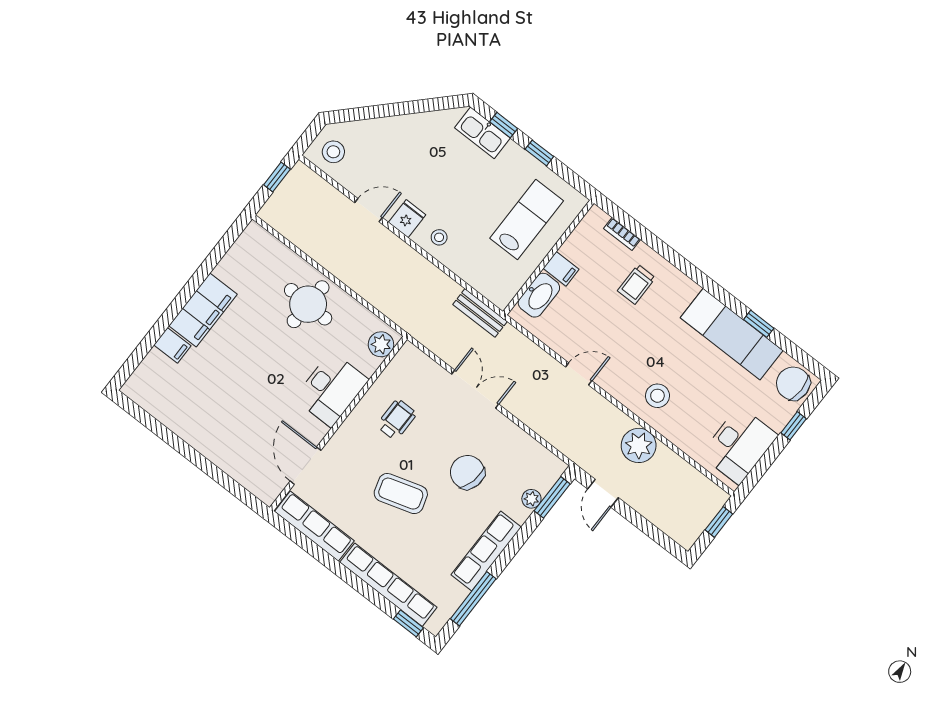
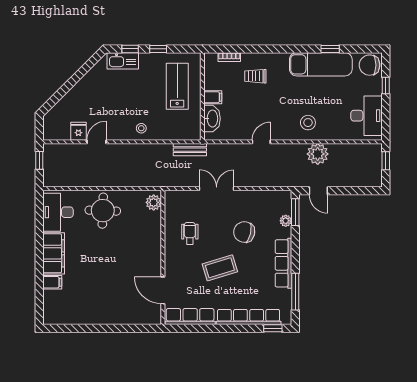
stool: (333, 152) -> (57, 127), removed
fridge: (407, 219) -> (78, 131), moved
trolley: (636, 284) -> (255, 76), turned 90
desk: (331, 389) -> (58, 212), moved, turned 180

